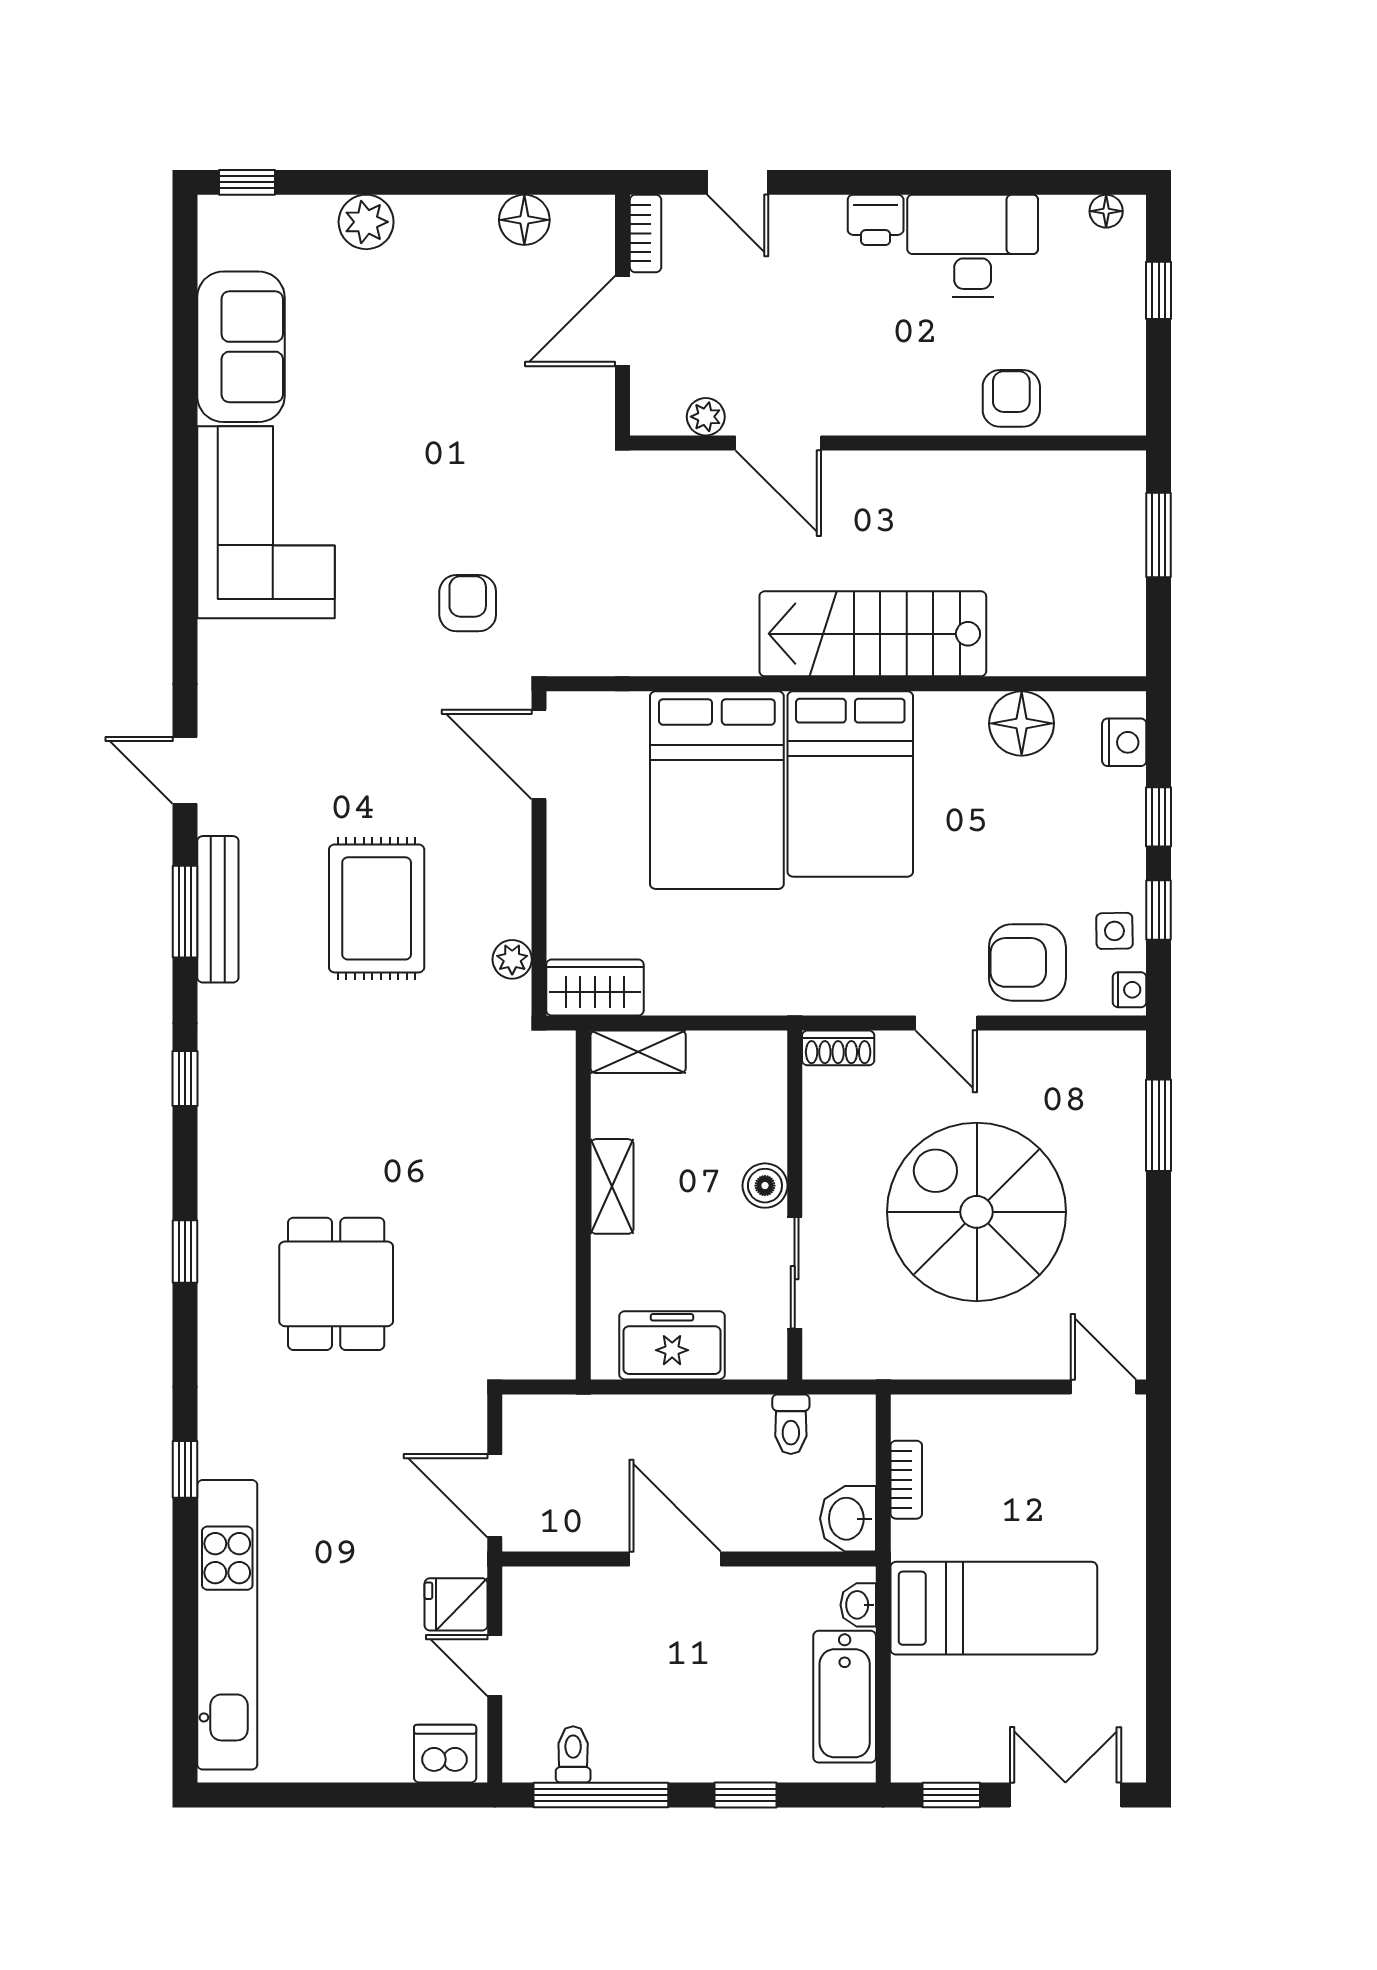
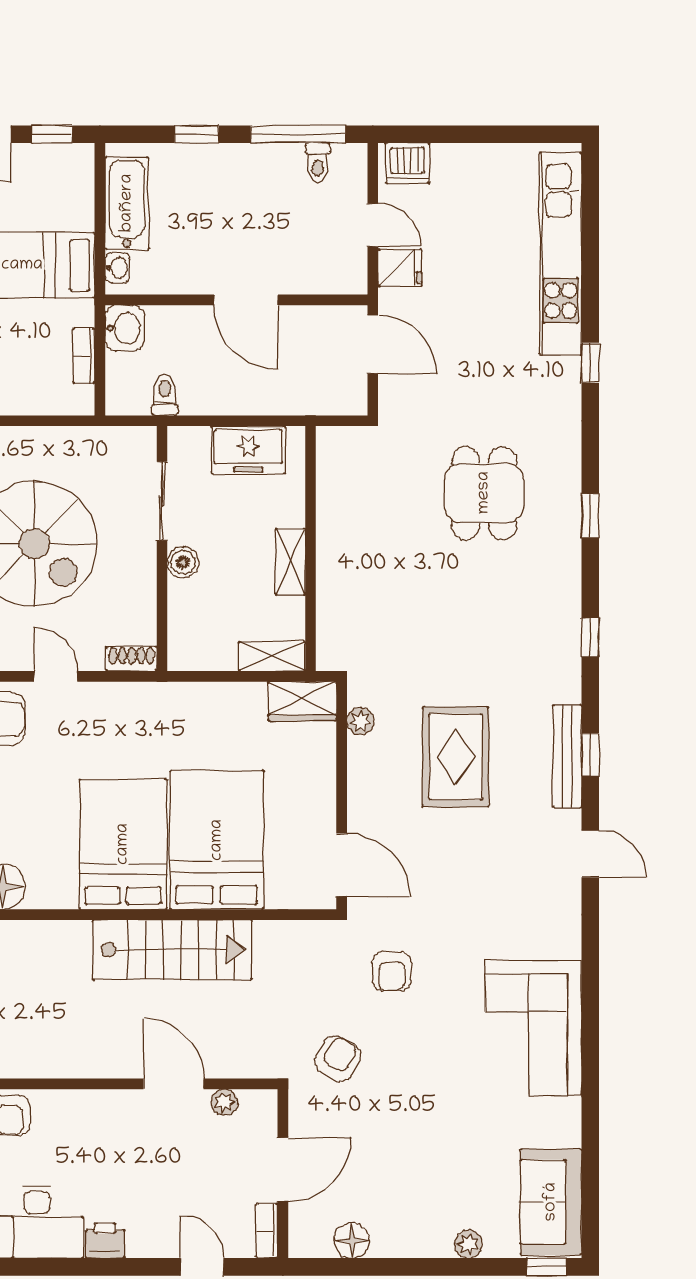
plant: (366, 222) -> (468, 1244), width x0.73, depth x0.73
sofa: (241, 347) -> (551, 1202), moved
armchair: (545, 479) -> (338, 1059), added
stairs: (873, 634) -> (172, 950), moved
window: (185, 912) -> (590, 755), width x0.67

